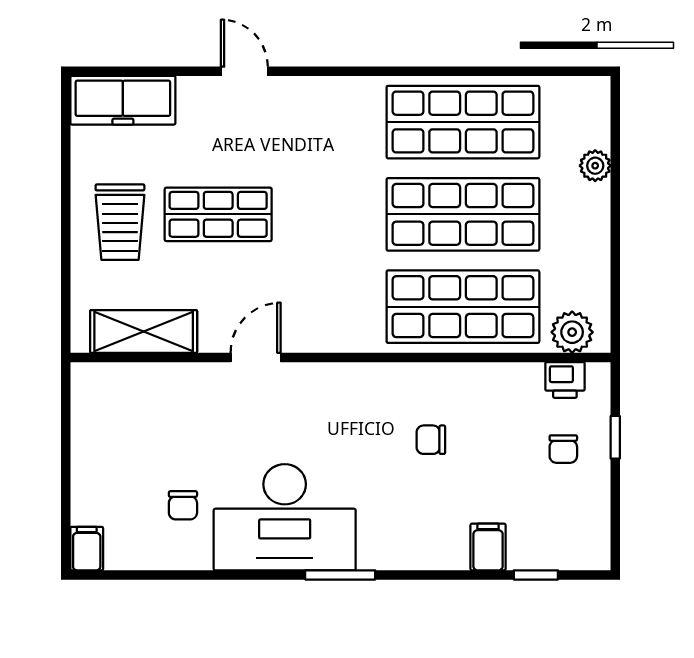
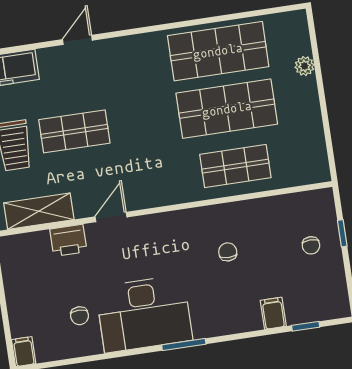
door: (244, 71) -> (77, 40), hinge flipped
shop shelf: (463, 307) -> (235, 166), width x0.70, depth x0.74
plant: (572, 332) -> (306, 172), removed
printer: (565, 380) -> (68, 240), moved, width x1.36, depth x1.24
chair: (431, 440) -> (228, 252), turned 90

